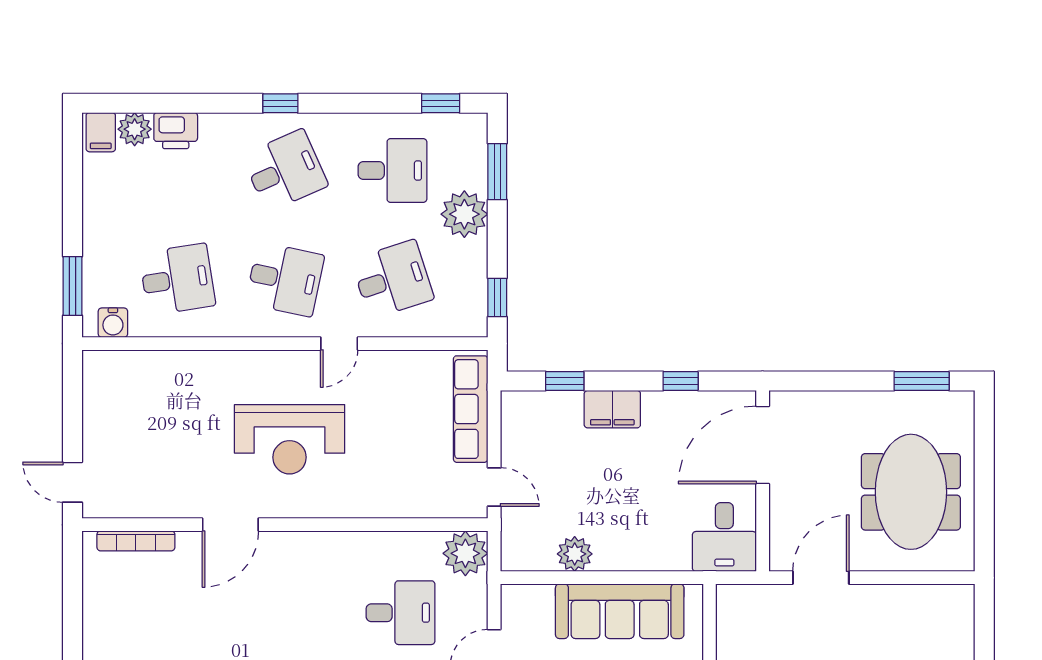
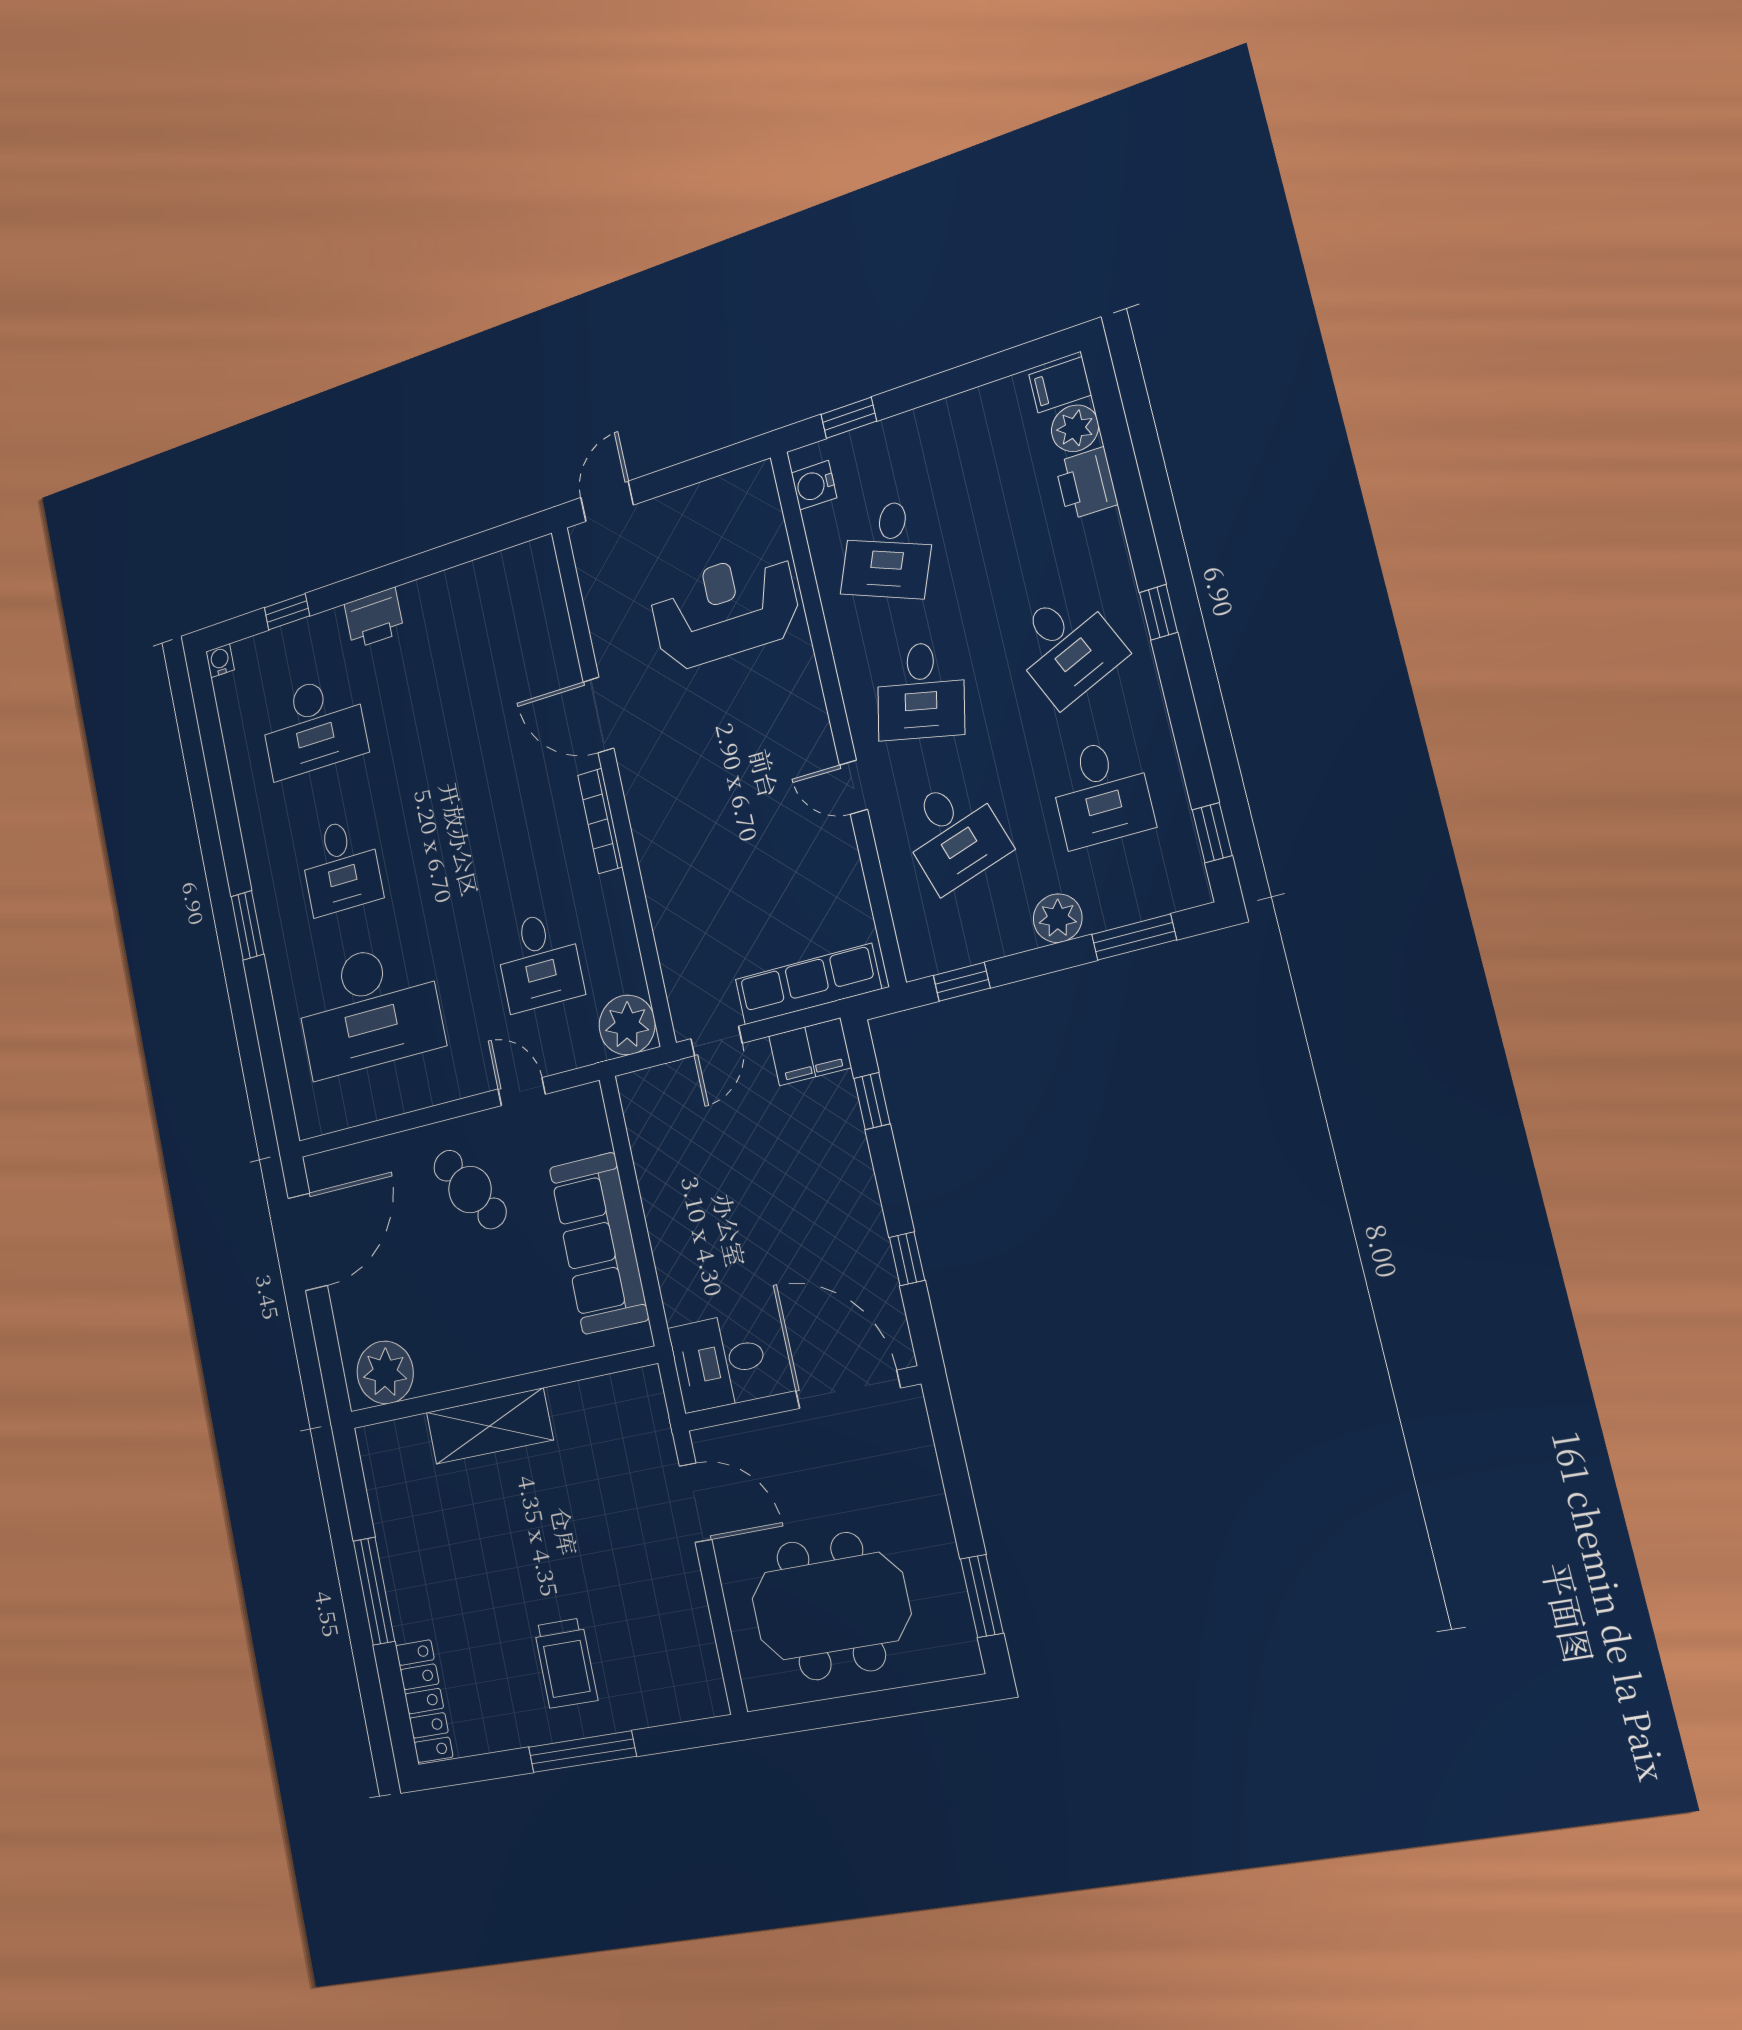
plant: (464, 214) -> (1058, 918), width x0.73, depth x0.73
desk: (177, 279) -> (888, 550), turned 30
window: (73, 286) -> (849, 418), width x0.67
filing cabinet: (612, 409) -> (810, 1052), moved, turned -90
reception desk: (290, 439) -> (725, 610), moved, turned 90
bookcase: (136, 541) -> (600, 821), moved
plant: (575, 554) -> (656, 1168), removed

